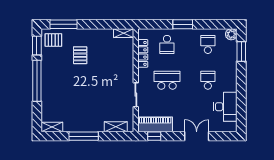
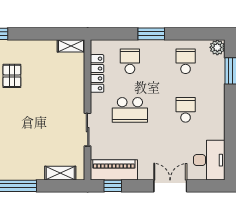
school desk: (167, 44) -> (130, 61), turned 180
school desk: (167, 80) -> (130, 110), turned 180
desk: (225, 107) -> (209, 160), moved

